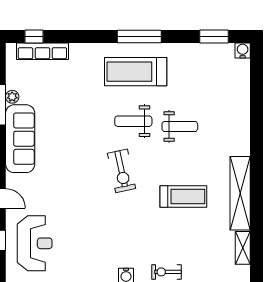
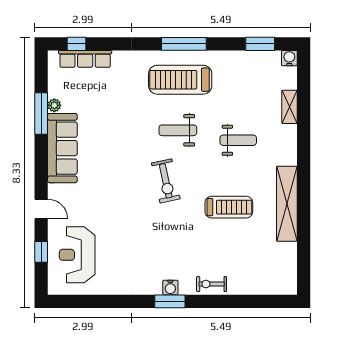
weight bench: (180, 126) -> (238, 140), moved
reception desk: (35, 243) -> (77, 255), turned 180
shelving: (243, 248) -> (290, 107), moved

